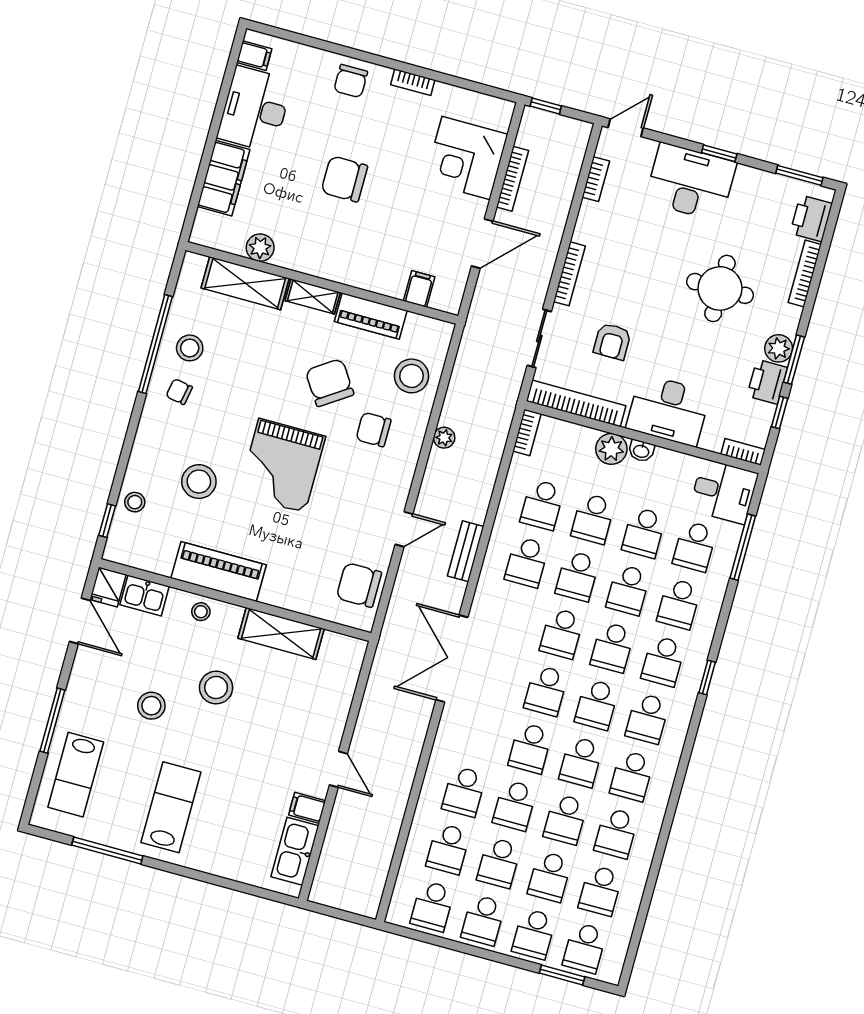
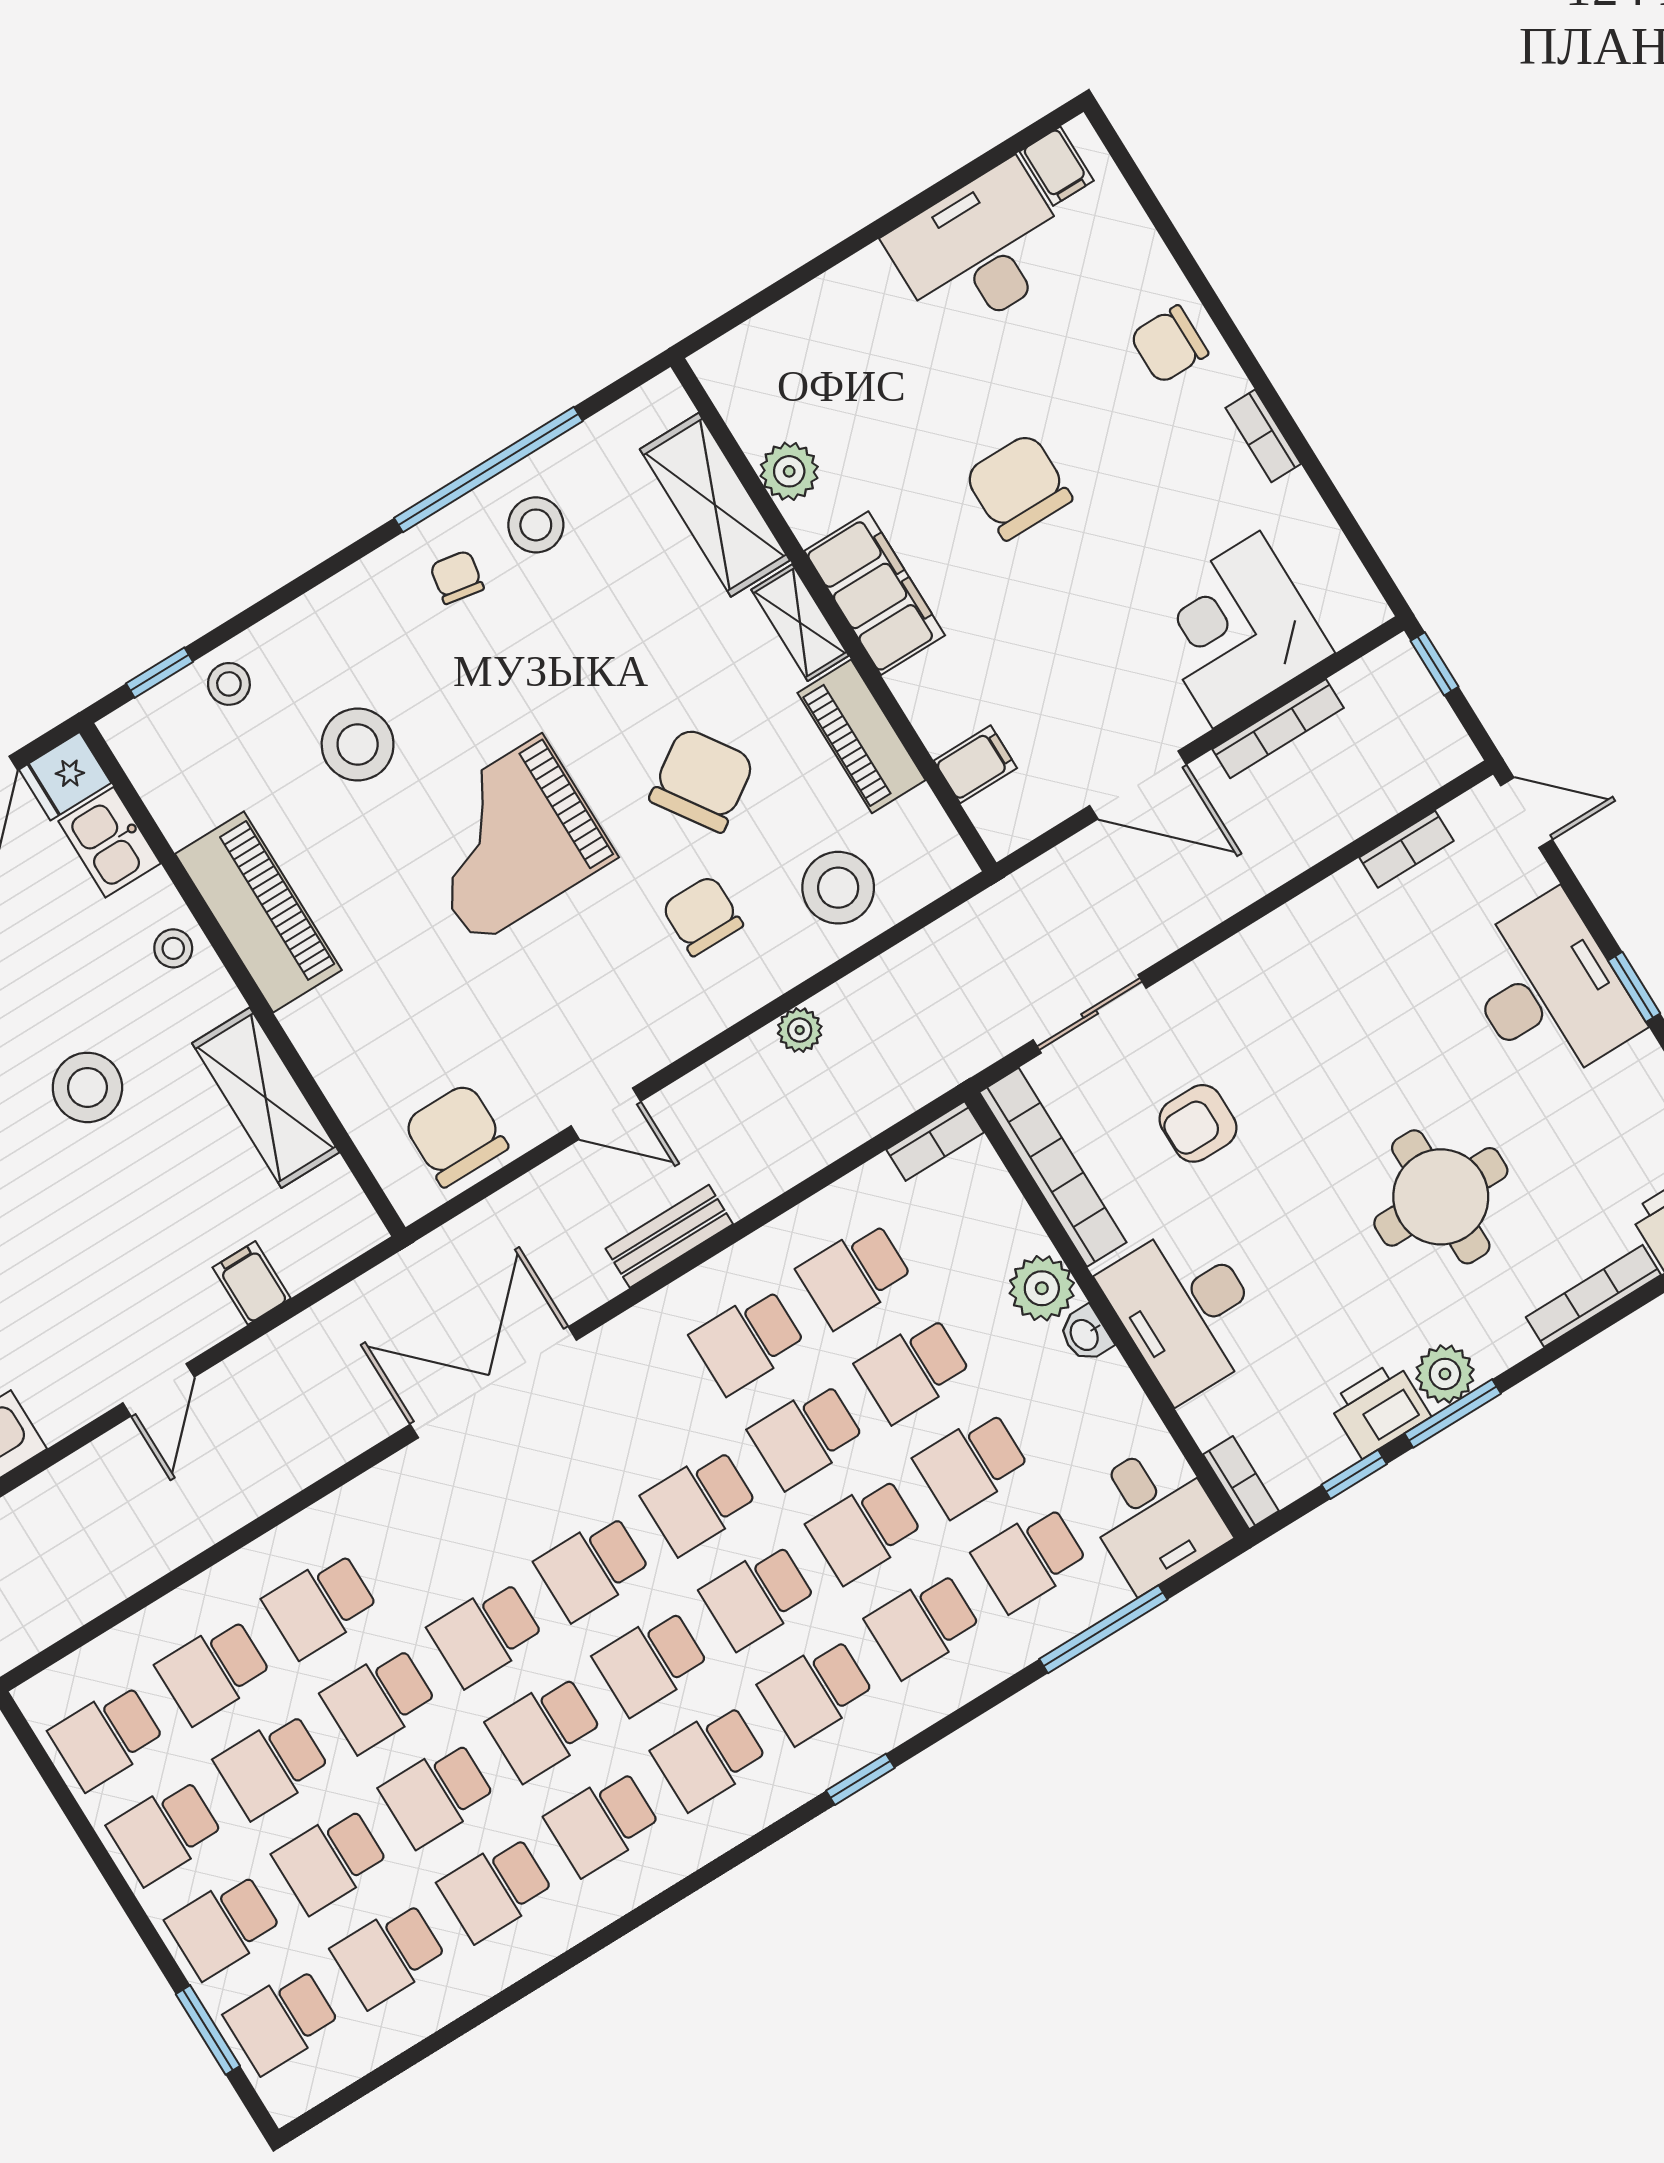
filing cabinet: (224, 178) -> (875, 593), moved, turned -90
bookcase: (569, 274) -> (1229, 957), removed
filing cabinet: (307, 808) -> (252, 1283), moved

